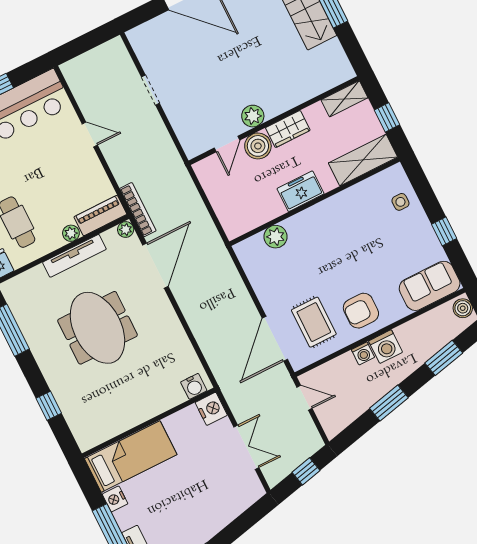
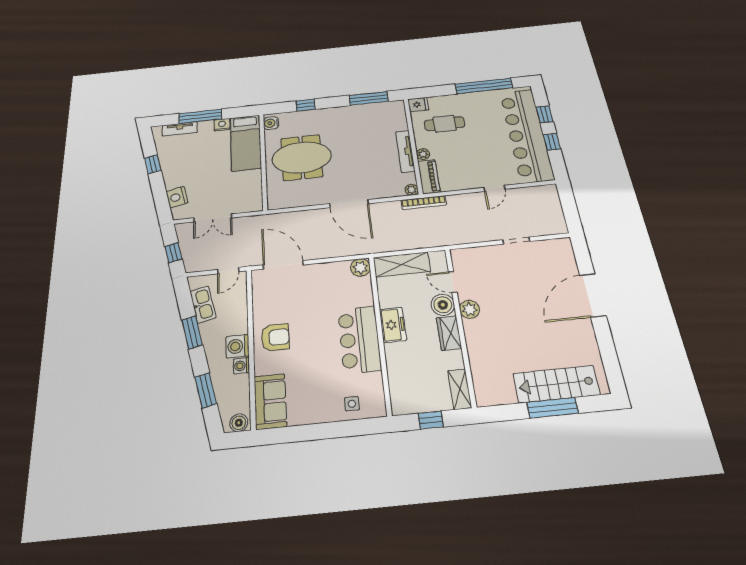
shelving: (363, 160) -> (402, 264), moved, turned 90
bar counter: (330, 220) -> (359, 340), added
window: (444, 231) -> (311, 432), removed
plant: (275, 237) -> (360, 268), moved
door: (155, 266) -> (349, 204), moved
armchair: (361, 311) -> (275, 337), turned 90
rug: (314, 322) -> (283, 298), removed
meeting table: (97, 328) -> (302, 157), moved
washing machine: (363, 353) -> (241, 366), moved
water cooler: (194, 386) -> (271, 123), moved
kitchen sink: (354, 407) -> (203, 304), added
nightstand: (211, 409) -> (177, 197), moved, turned 77

